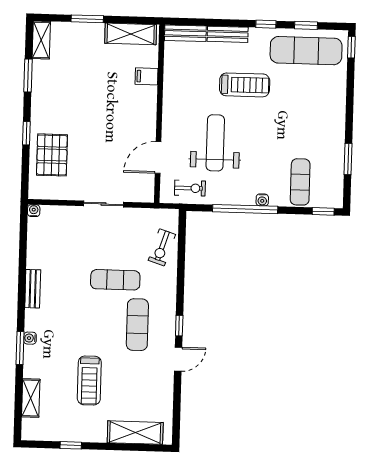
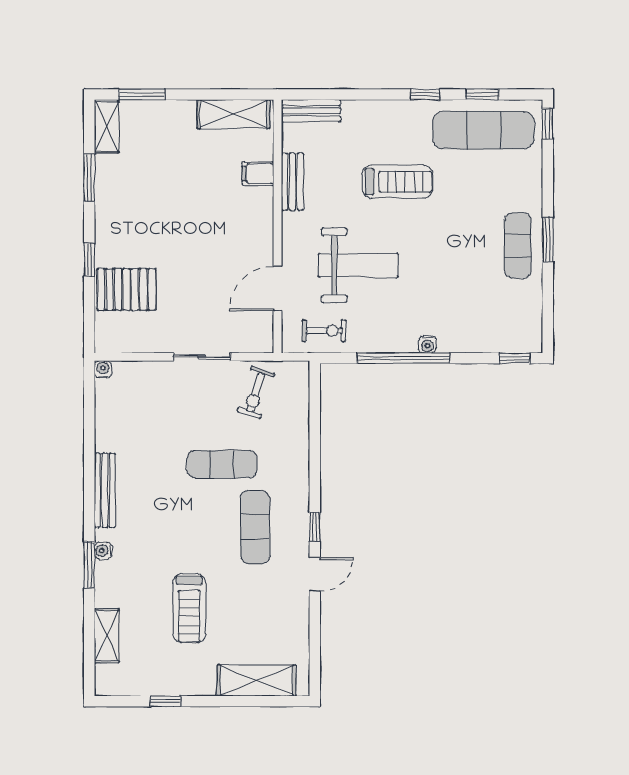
window: (87, 19) -> (142, 94), moved
bench: (228, 34) -> (292, 182), moved, turned 90
weight bench: (215, 143) -> (358, 265), turned 90
pallet: (52, 155) -> (127, 289), turned 90
window: (348, 159) -> (548, 239), moved
exercise mat: (300, 182) -> (518, 246), moved
exercise bike: (162, 247) -> (256, 392), moved
bench: (33, 289) -> (105, 490), width x1.36

